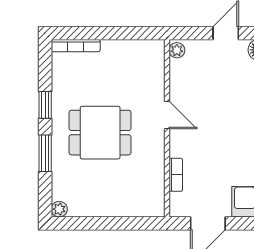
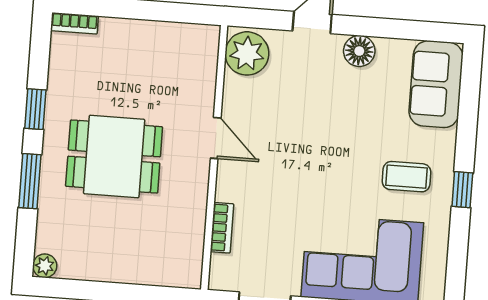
bookcase: (76, 46) -> (74, 23), width x0.64
plant: (177, 50) -> (247, 53), width x1.87, depth x1.87

